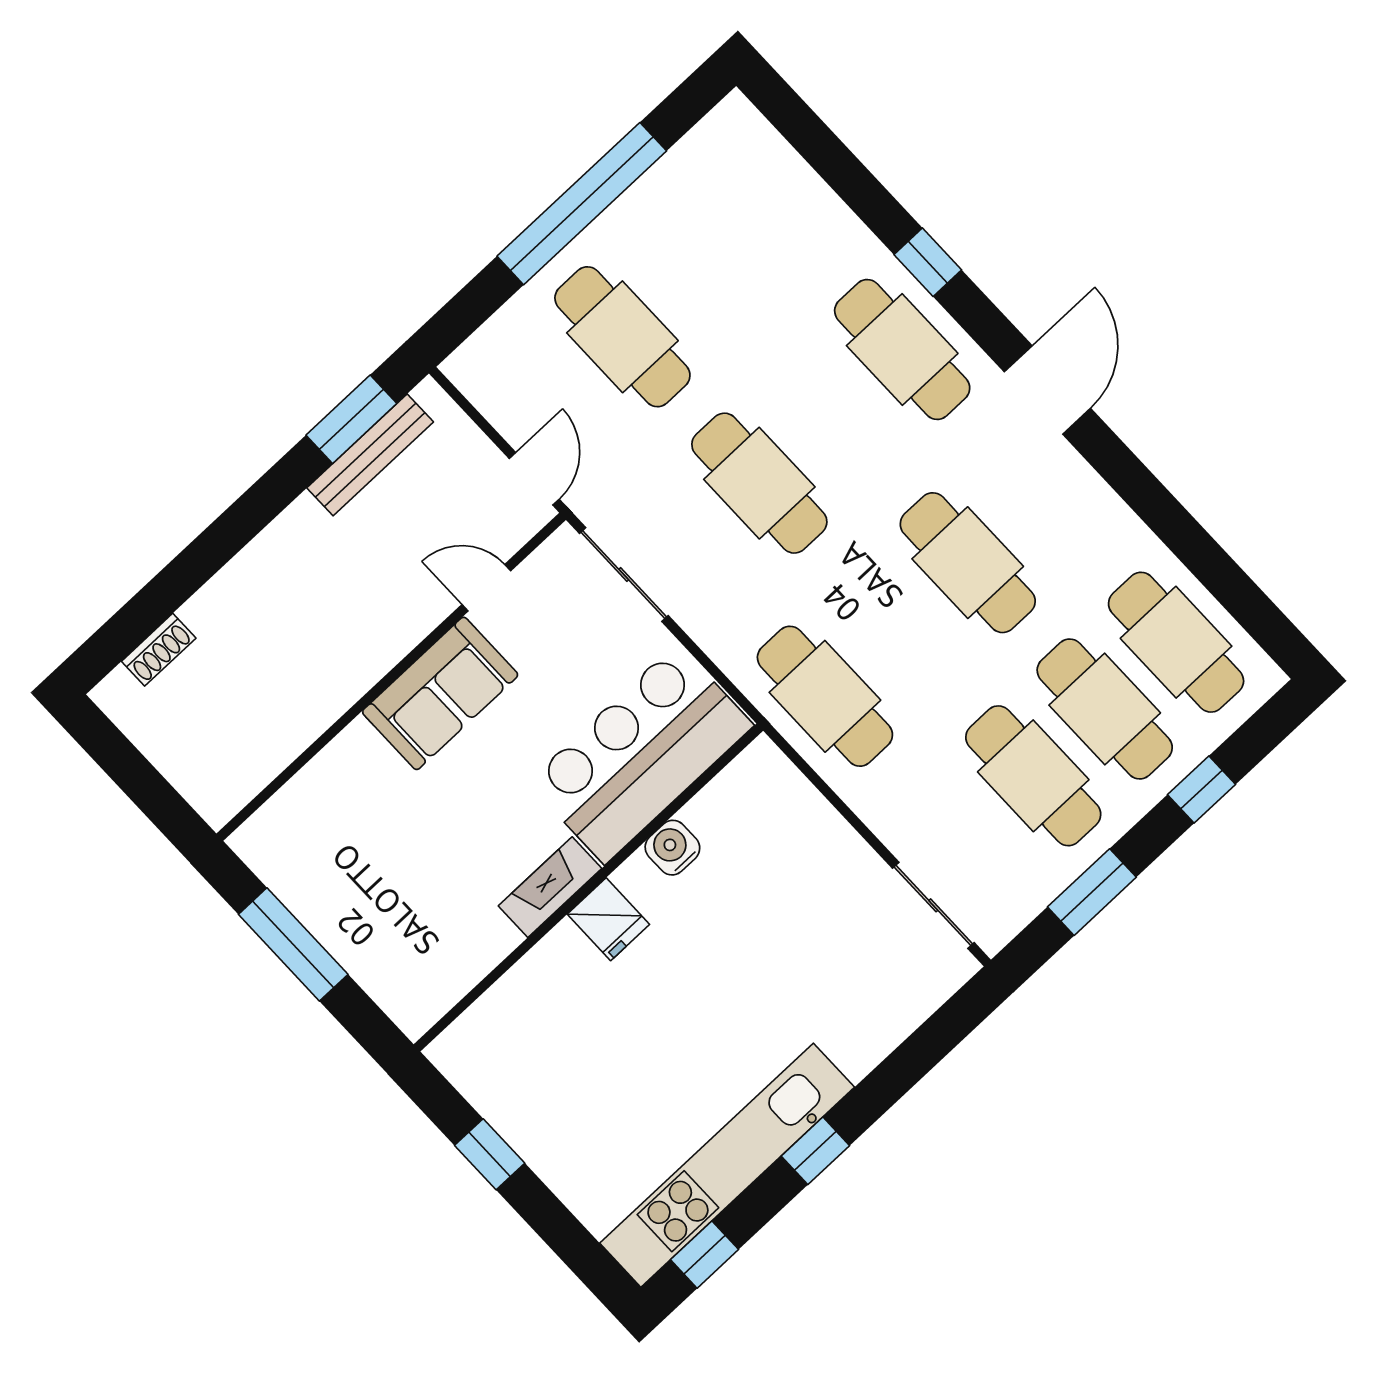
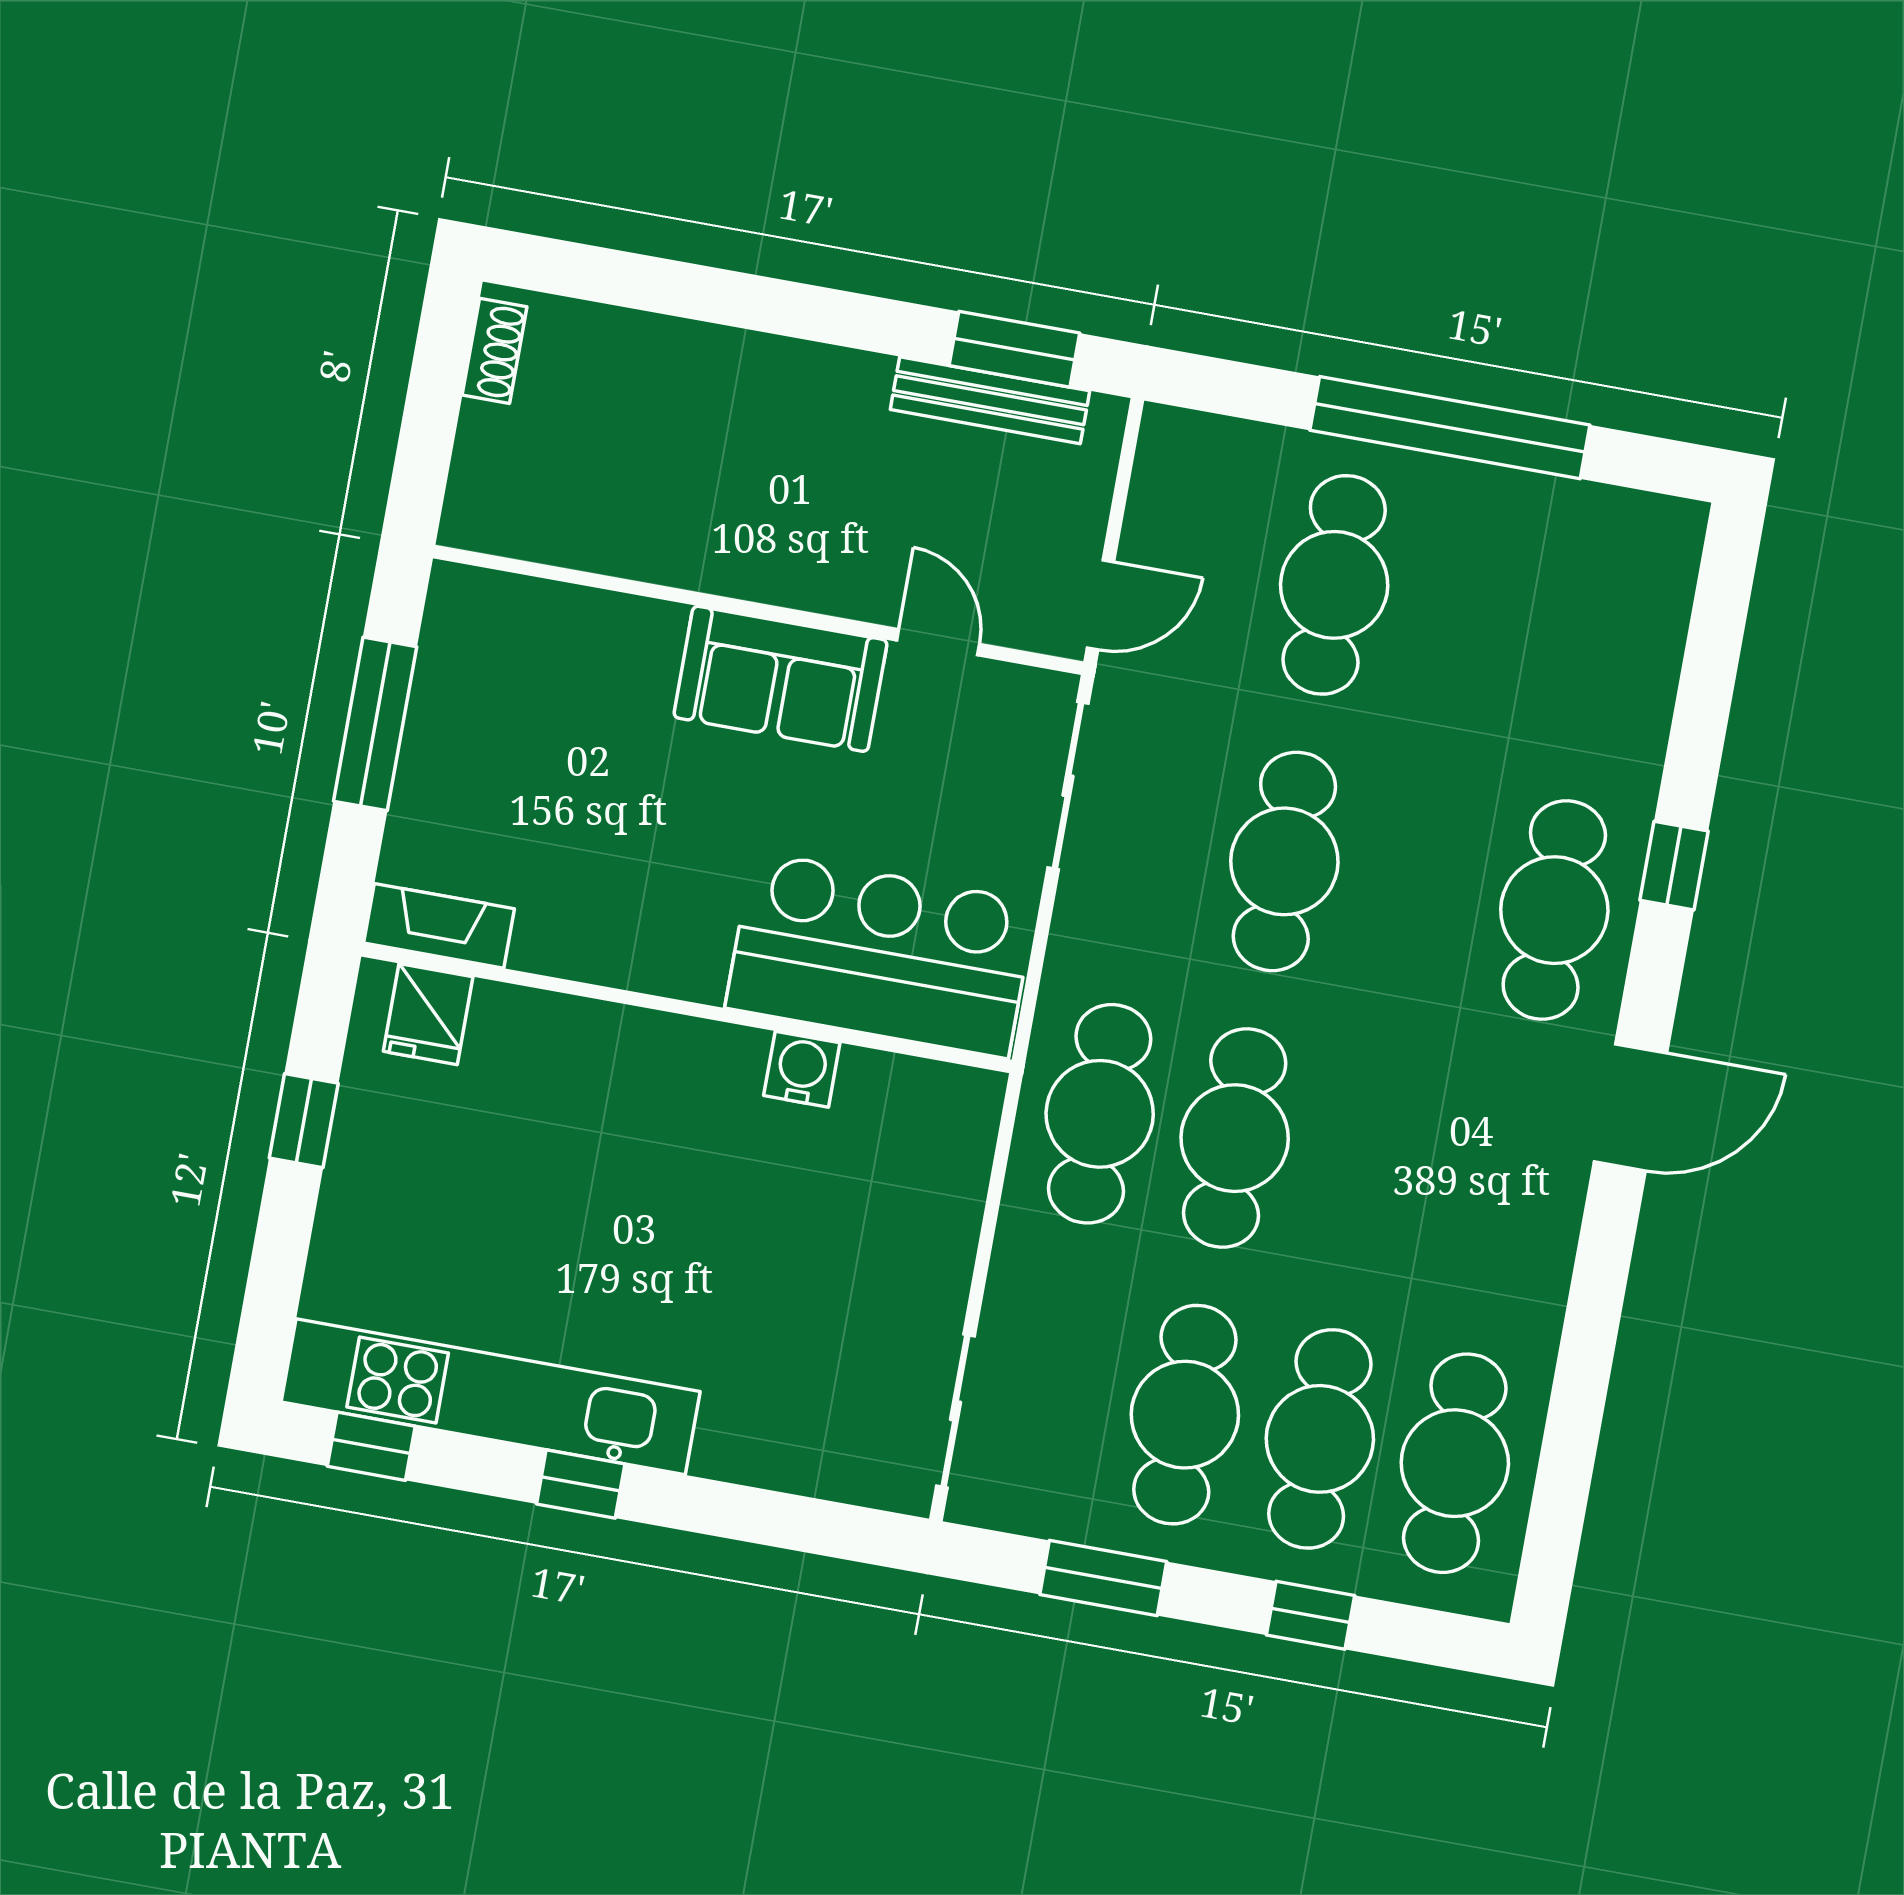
cafe table: (968, 563) -> (1235, 1138), moved
shoe rack: (159, 650) -> (495, 351), moved, turned -90
fireplace: (550, 887) -> (439, 926), moved
fridge: (608, 919) -> (428, 1014), moved

